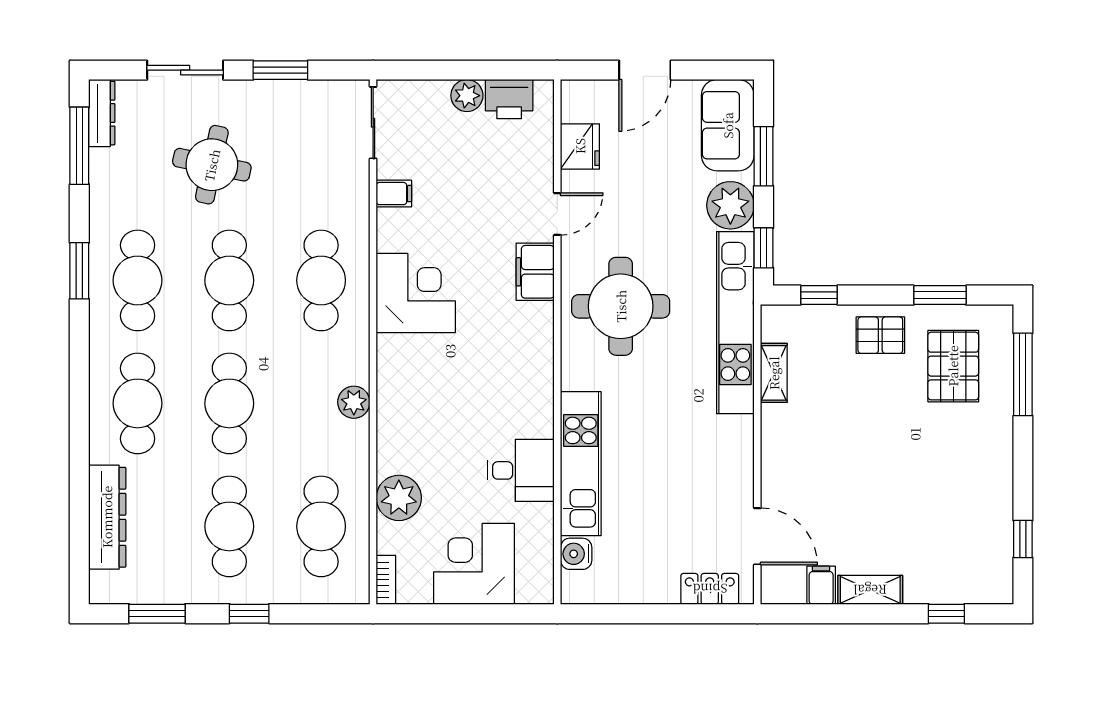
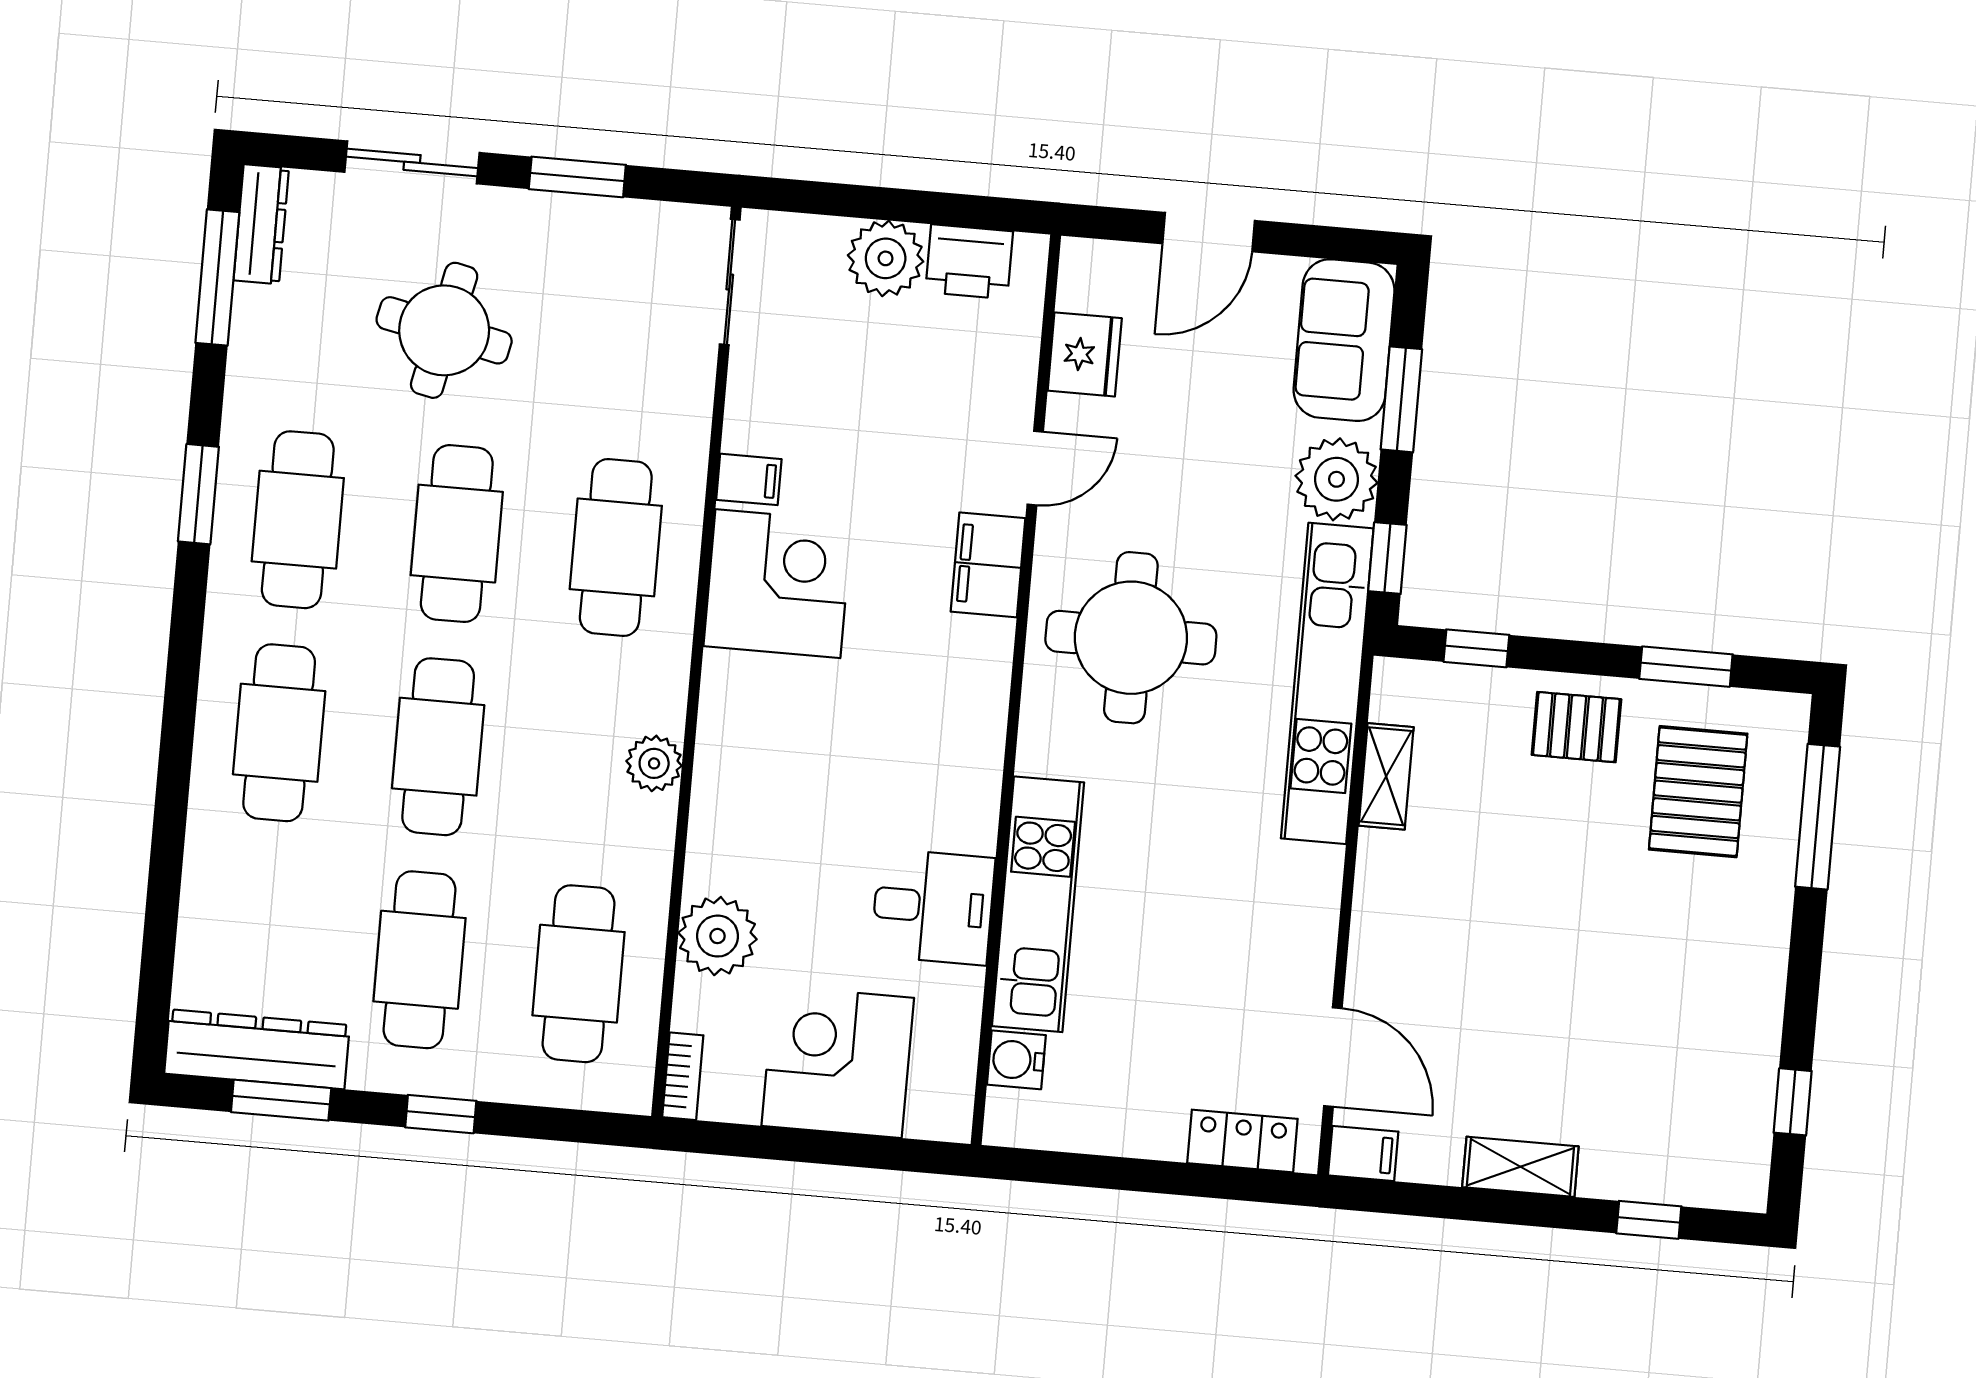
plant: (467, 96) -> (886, 258), width x1.36, depth x1.36
filing cabinet: (394, 194) -> (749, 479), moved
dresser: (107, 517) -> (257, 1049), moved, turned -90
filing cabinet: (821, 585) -> (1363, 1153), moved, turned 90

